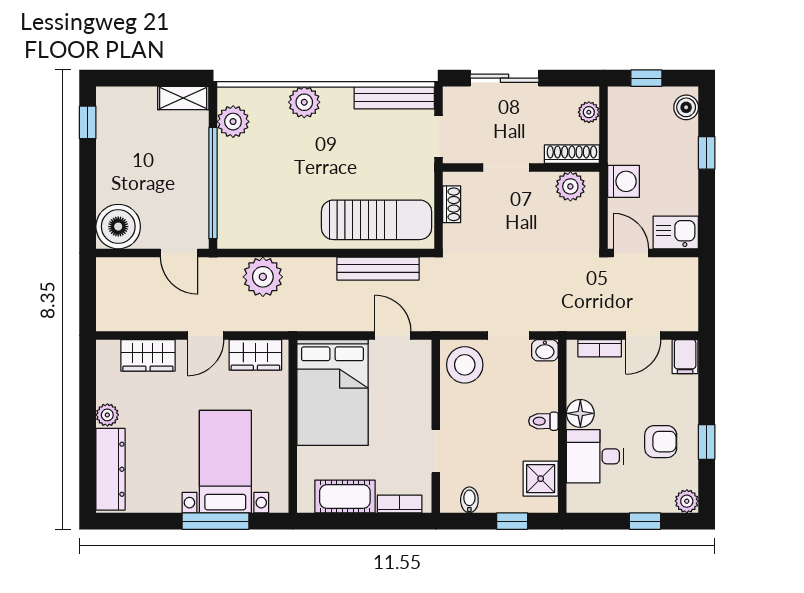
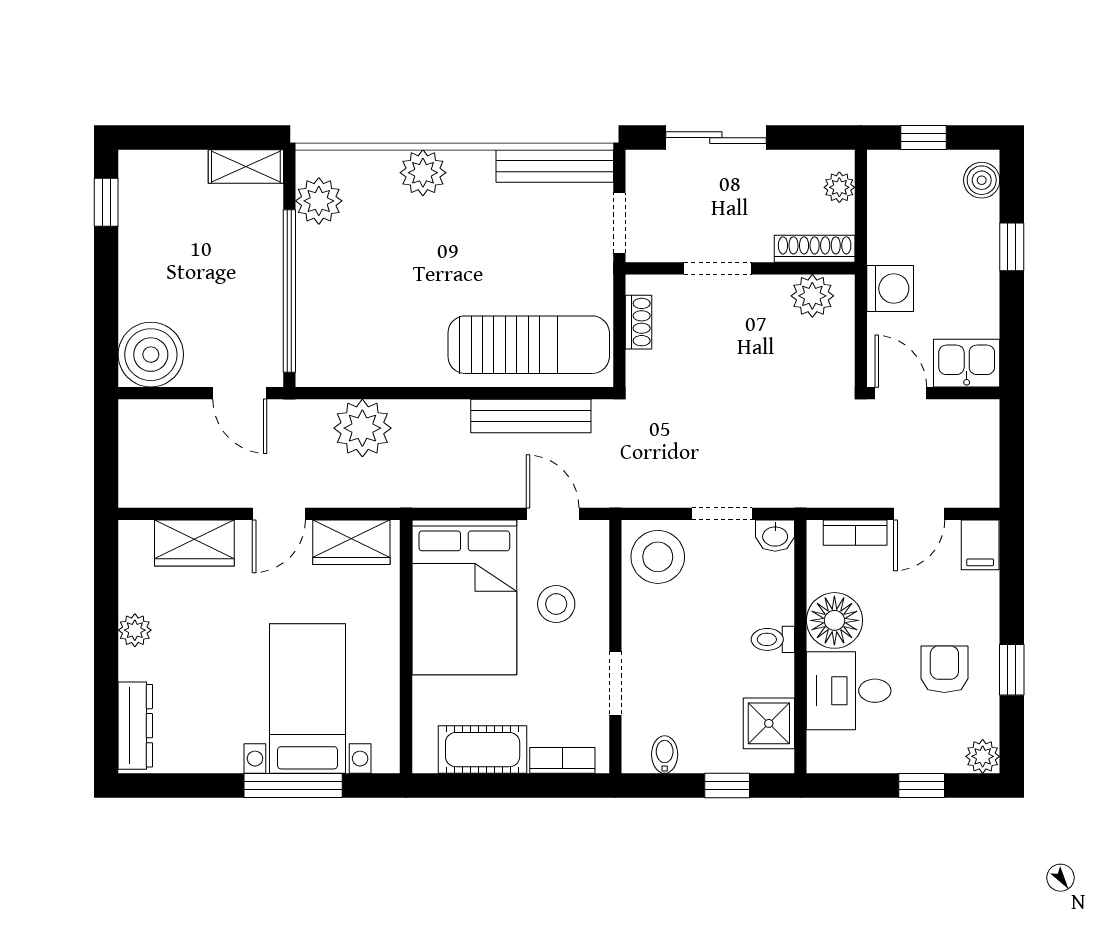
stool: (395, 397) -> (556, 604), added
floor lamp: (580, 413) -> (834, 620), width x1.38, depth x1.38
armchair: (661, 442) -> (944, 669), turned -90
dresser: (111, 469) -> (135, 726), width x0.73, depth x0.80

